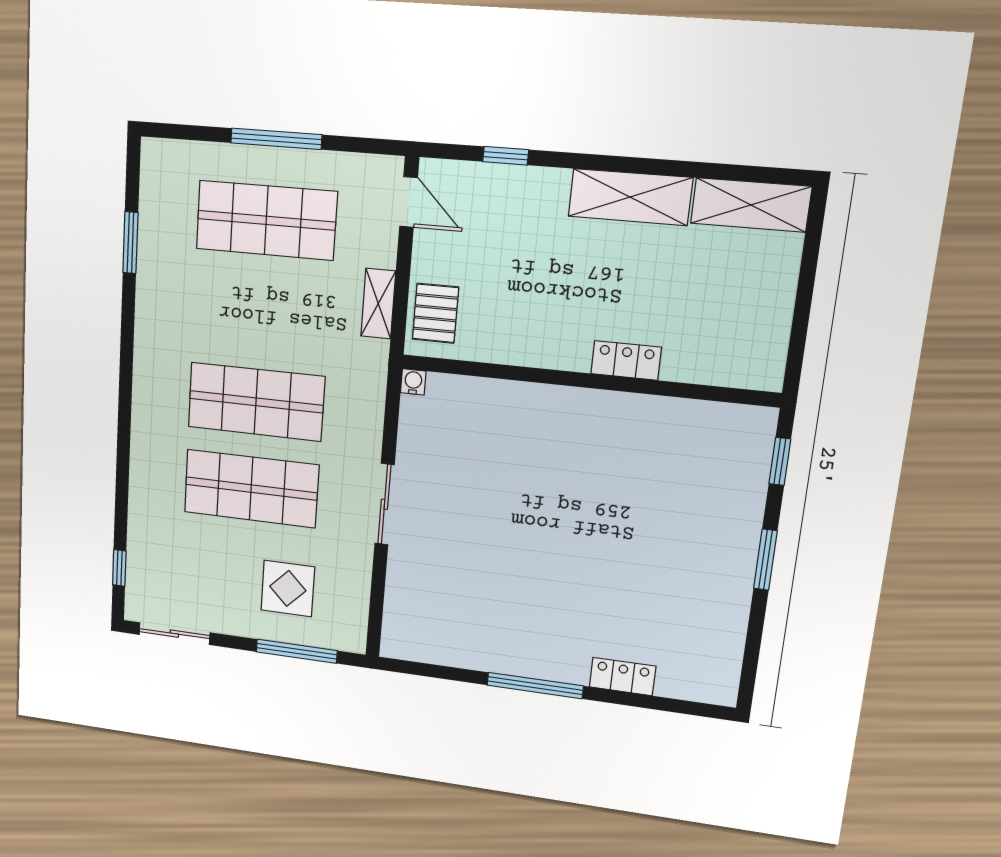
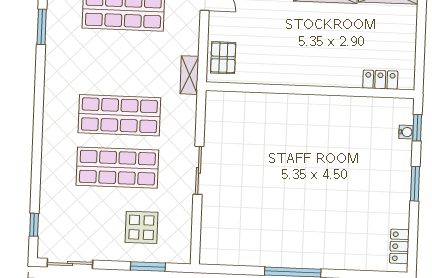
shelving: (378, 304) -> (189, 75), moved
locker: (626, 360) -> (380, 80), moved
water cooler: (413, 382) -> (406, 132), moved, turned 90
window: (297, 651) -> (148, 266), width x0.69
locker: (622, 677) -> (399, 246), moved, turned -90

